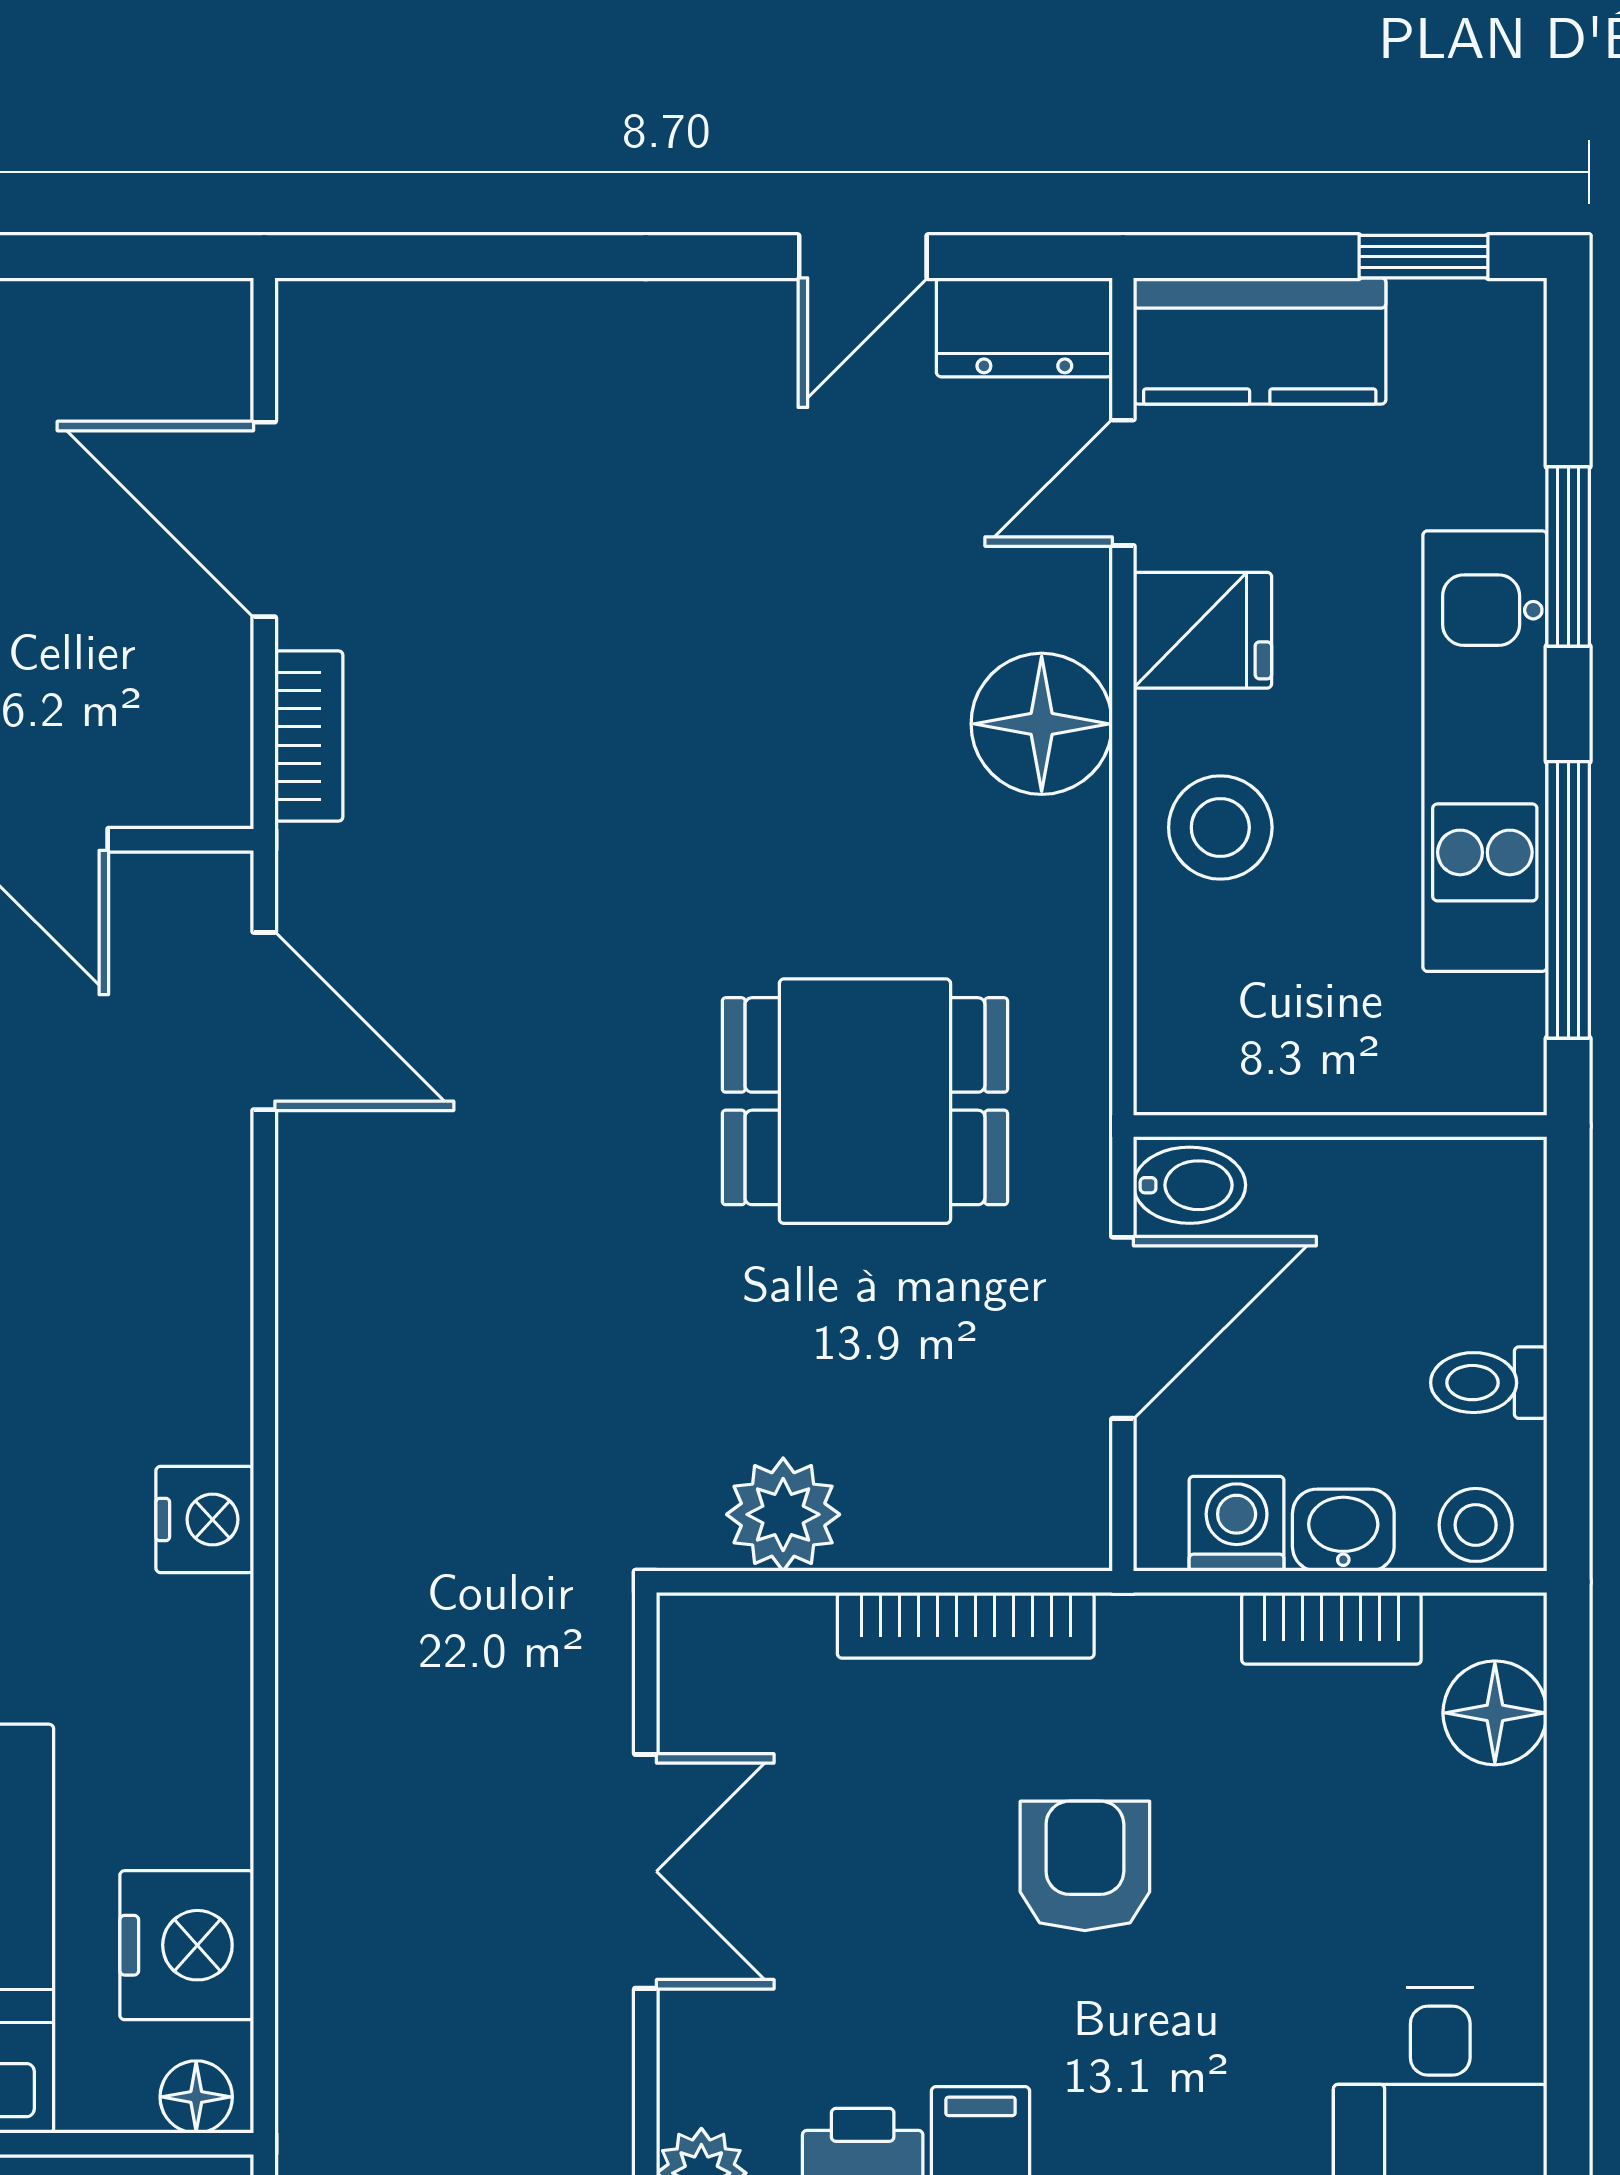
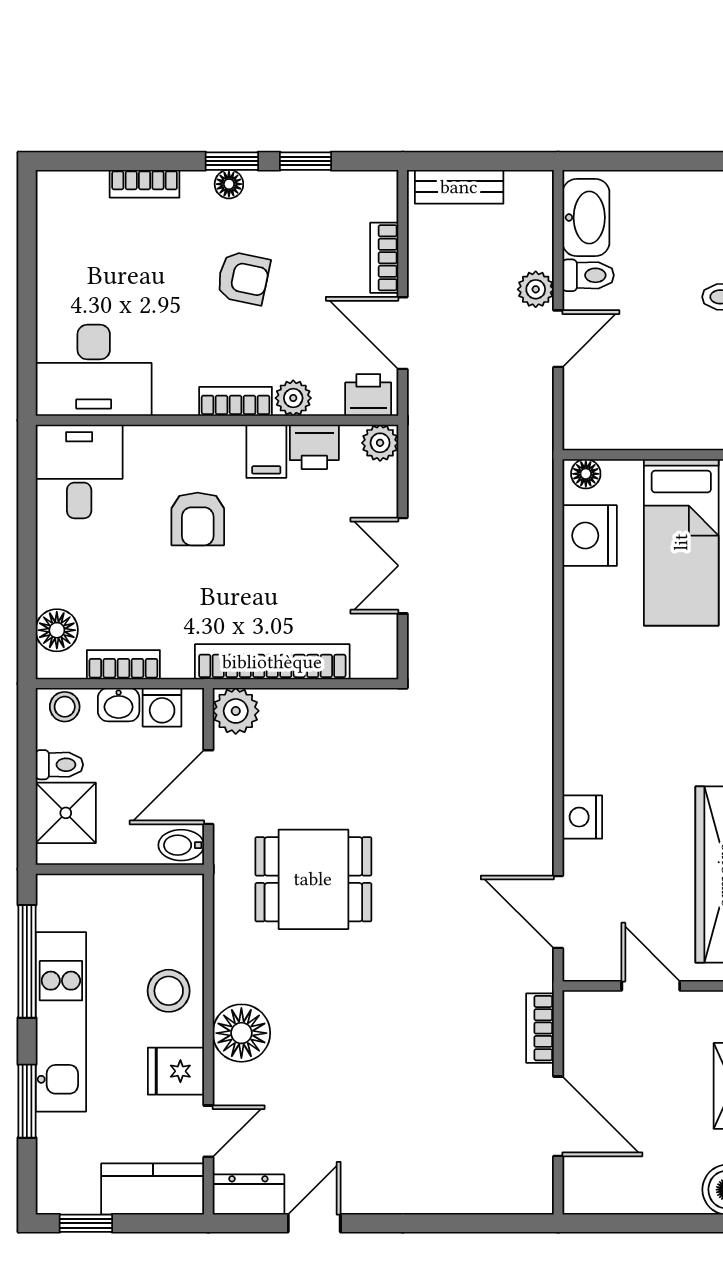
shower: (1473, 1264) -> (66, 813), added
plant: (783, 1514) -> (236, 711), moved
nightstand: (205, 1519) -> (582, 817), moved
bookcase: (966, 1625) -> (272, 662), width x1.48, depth x1.31
armchair: (1085, 1866) -> (198, 519), moved

